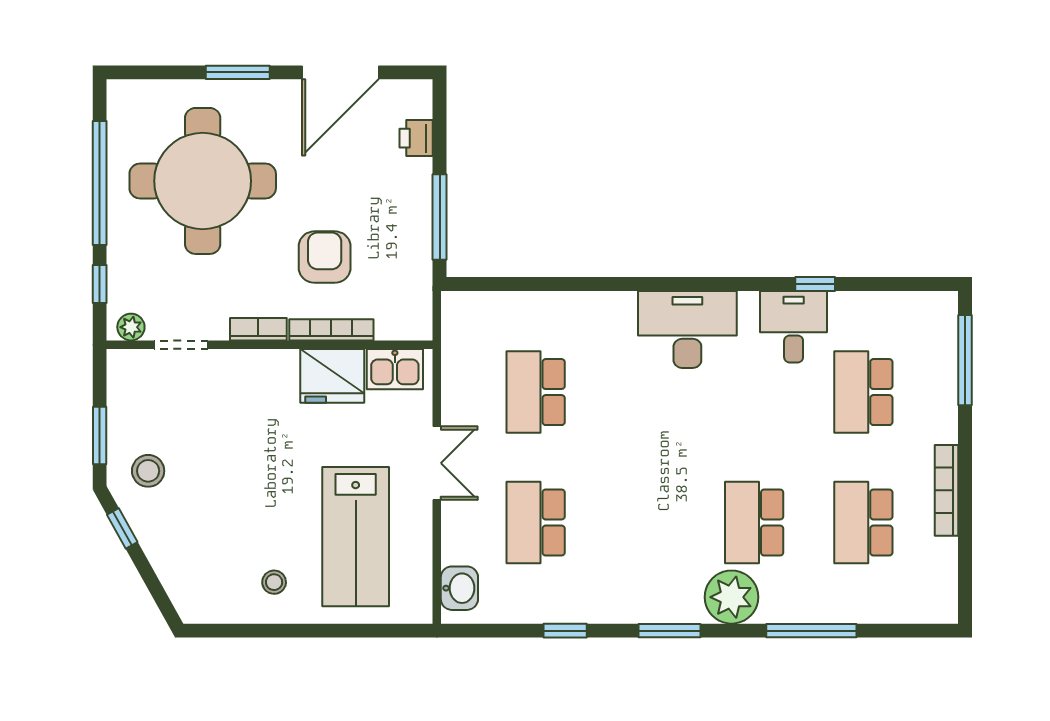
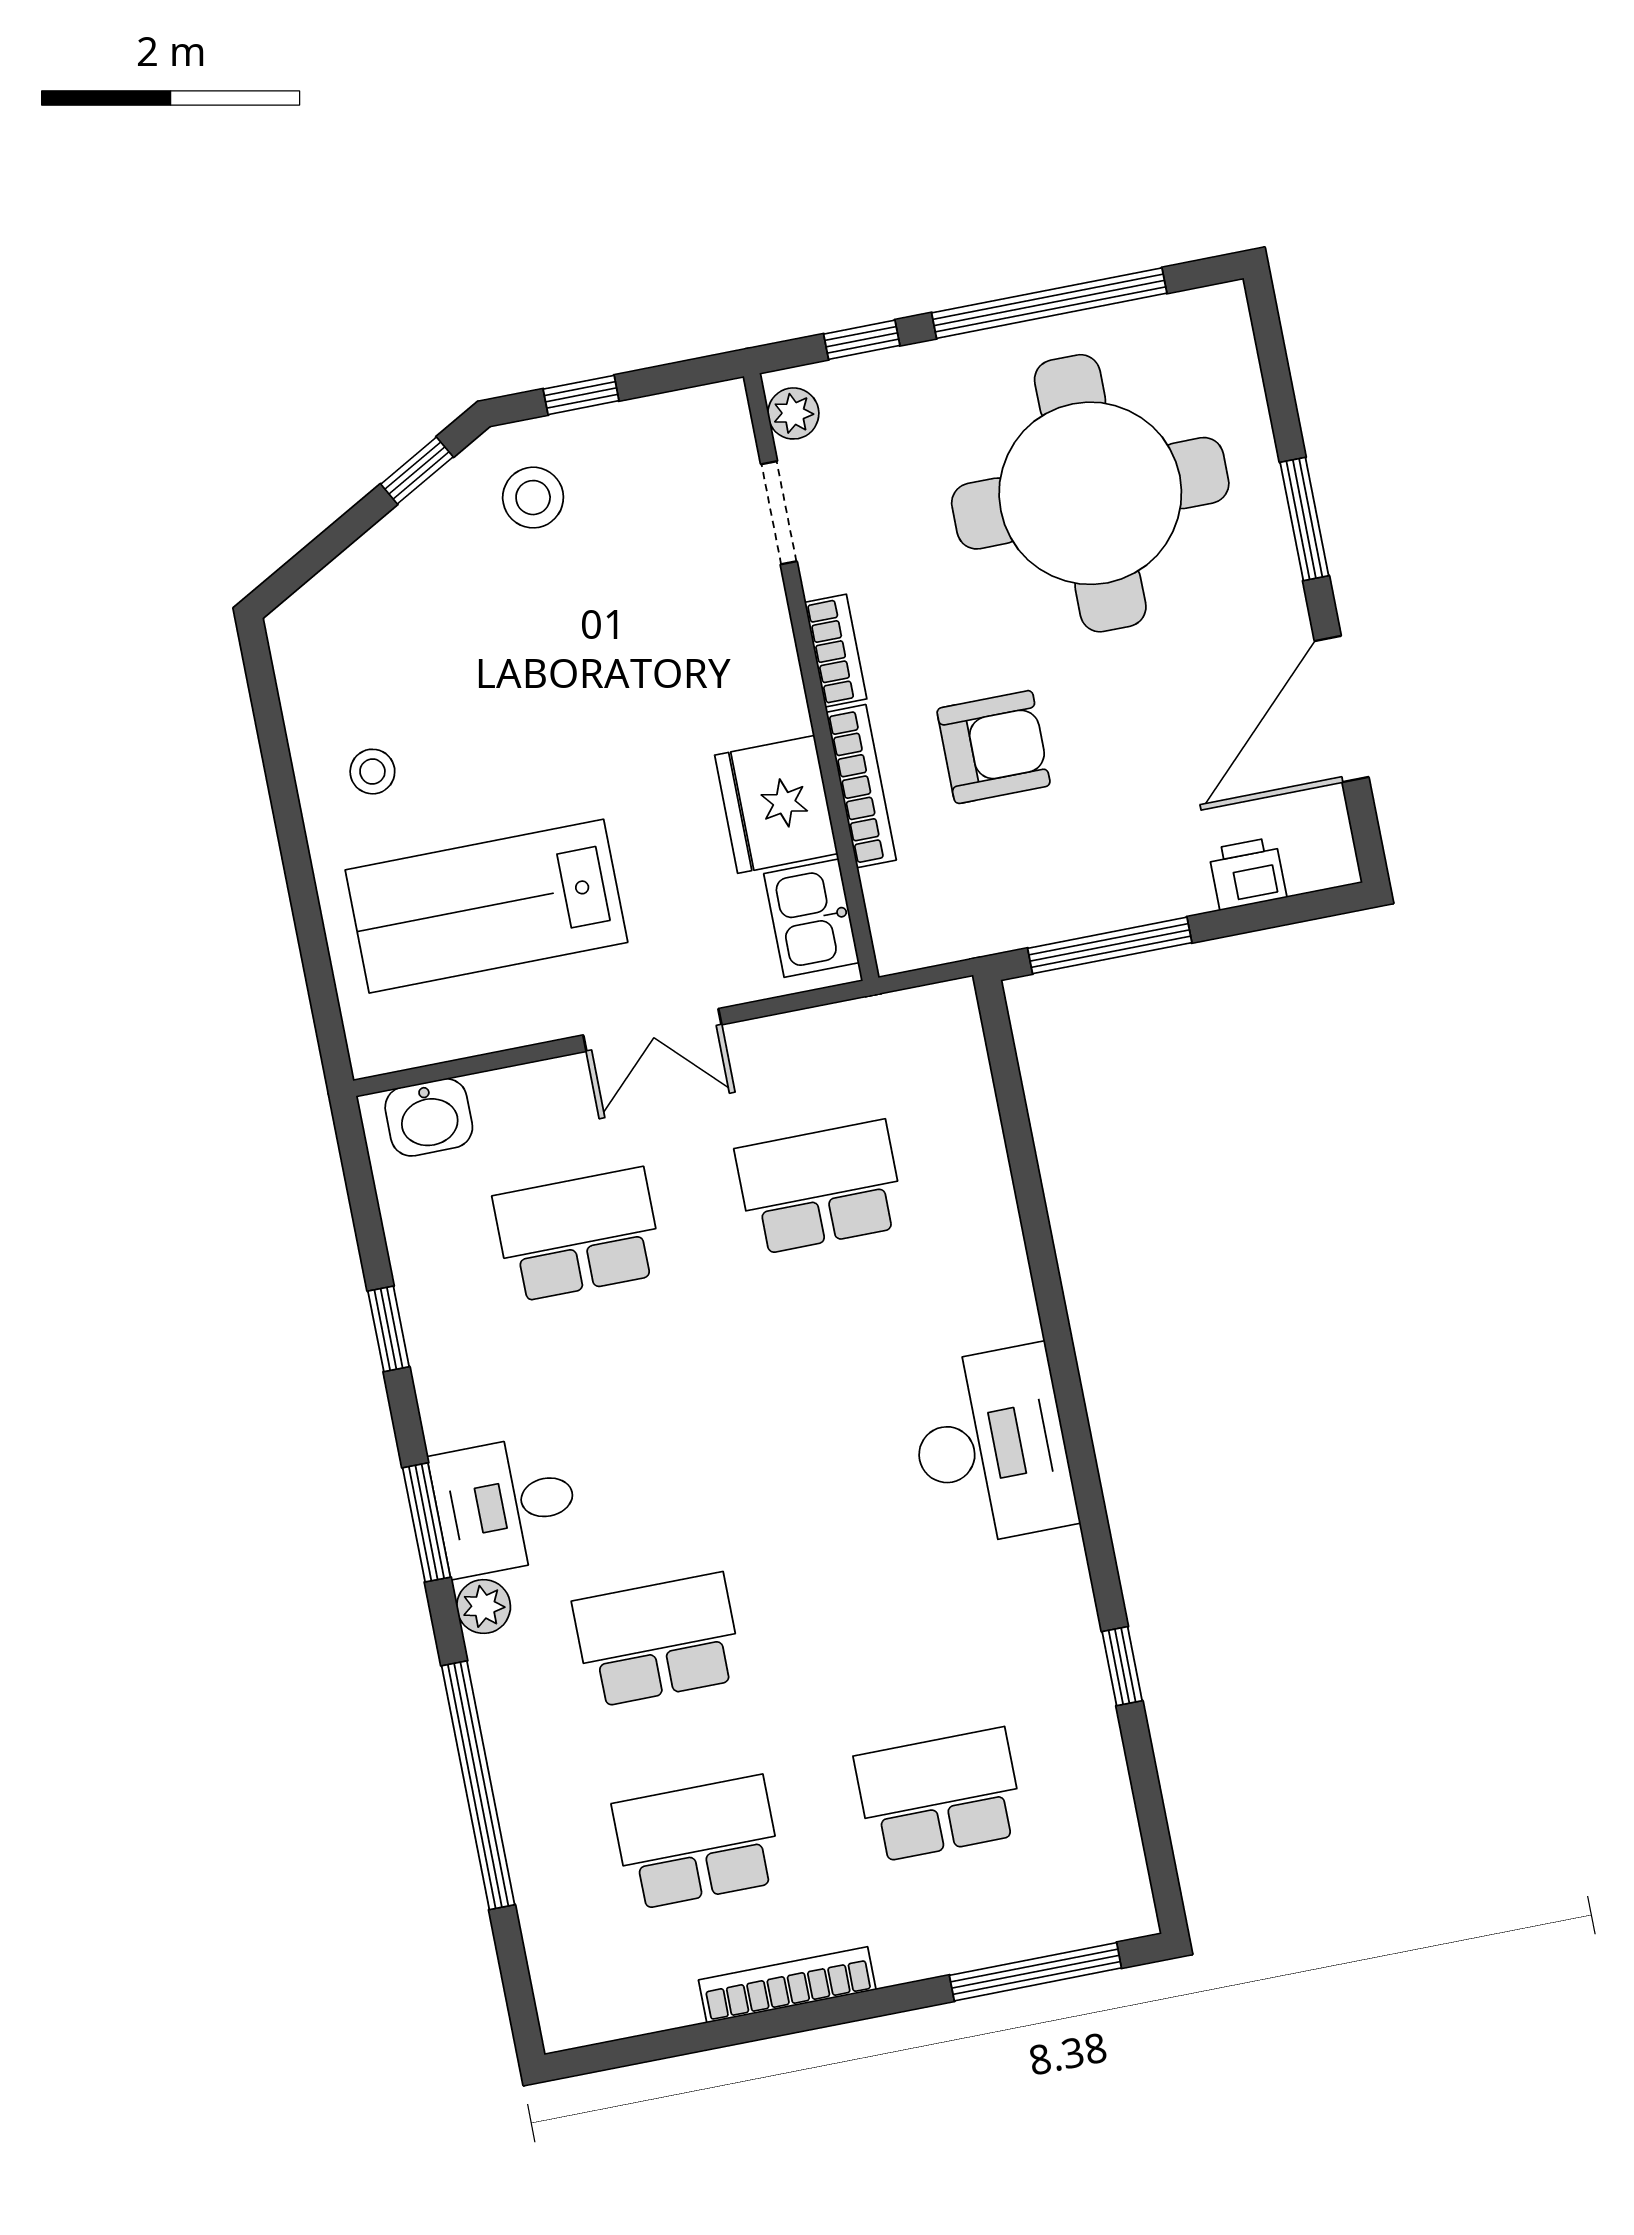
door: (340, 72) -> (1342, 709), hinge flipped
desk: (794, 327) -> (505, 1505), moved, turned 180
window: (100, 435) -> (581, 395), width x0.67
plant: (731, 597) -> (484, 1607), width x0.53, depth x0.53
window: (811, 631) -> (478, 1785), width x1.46

